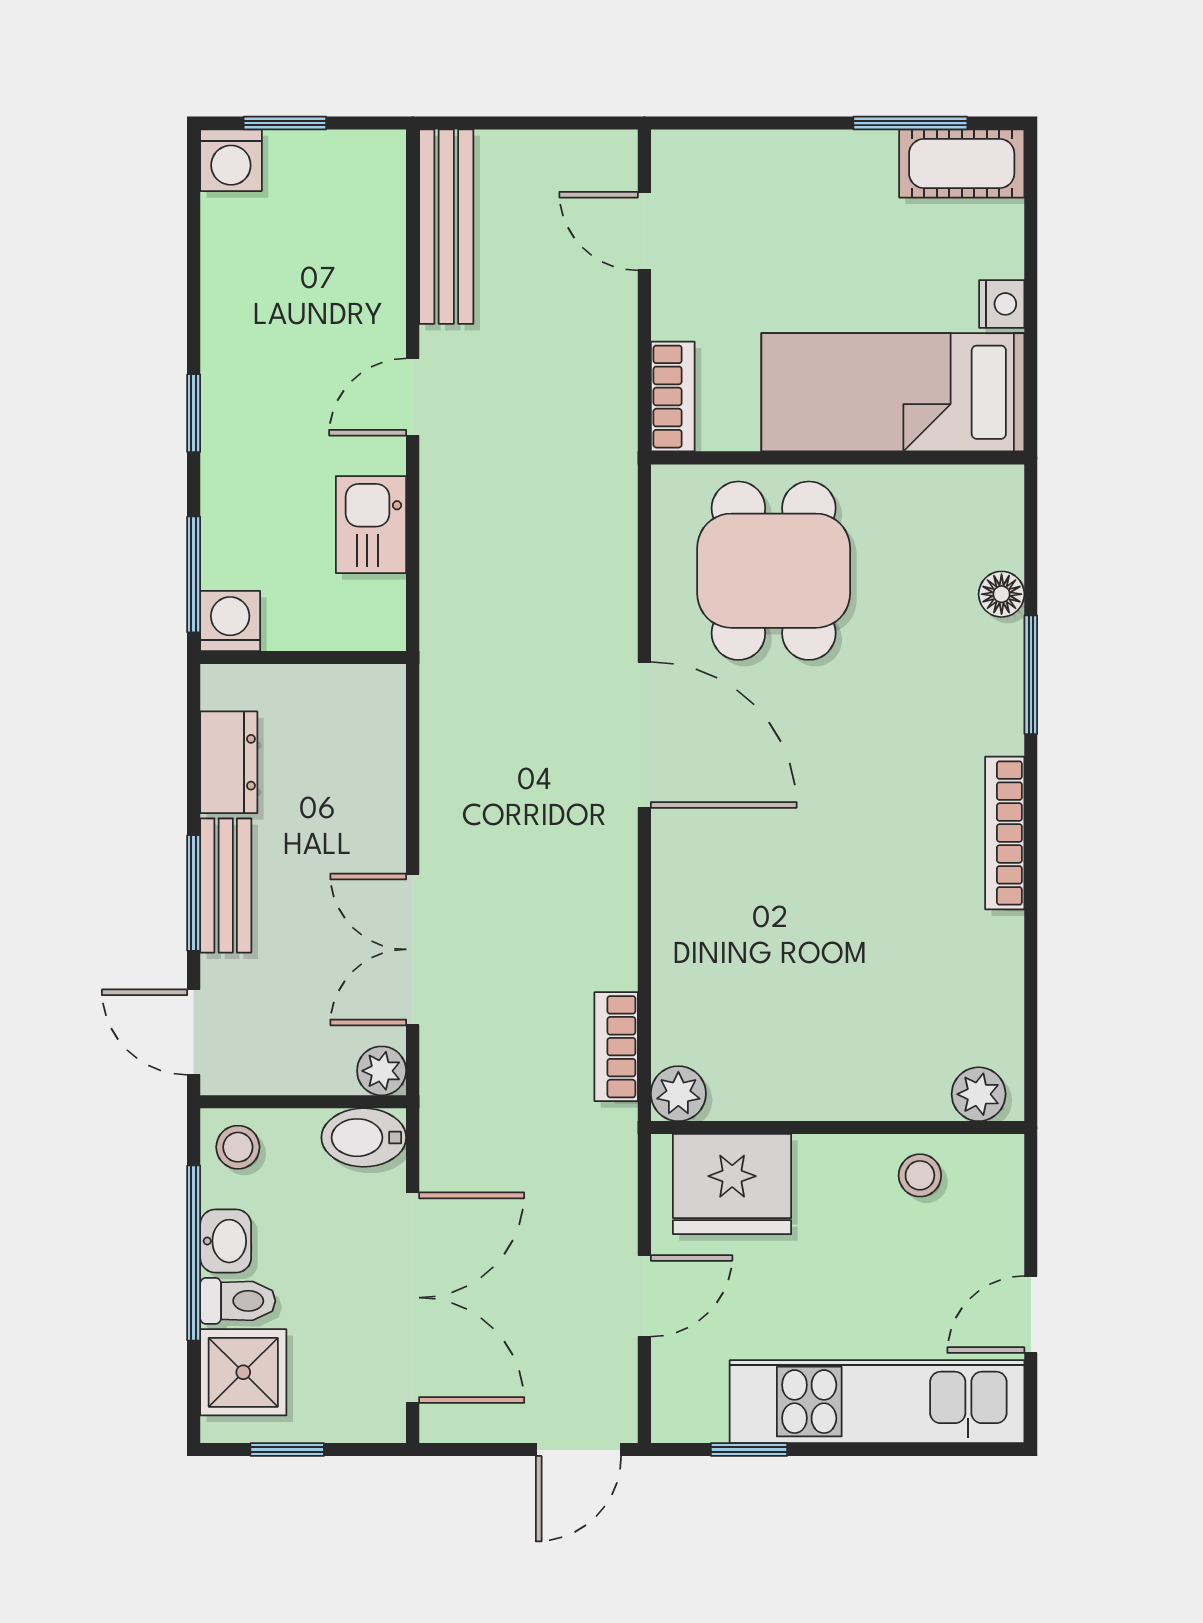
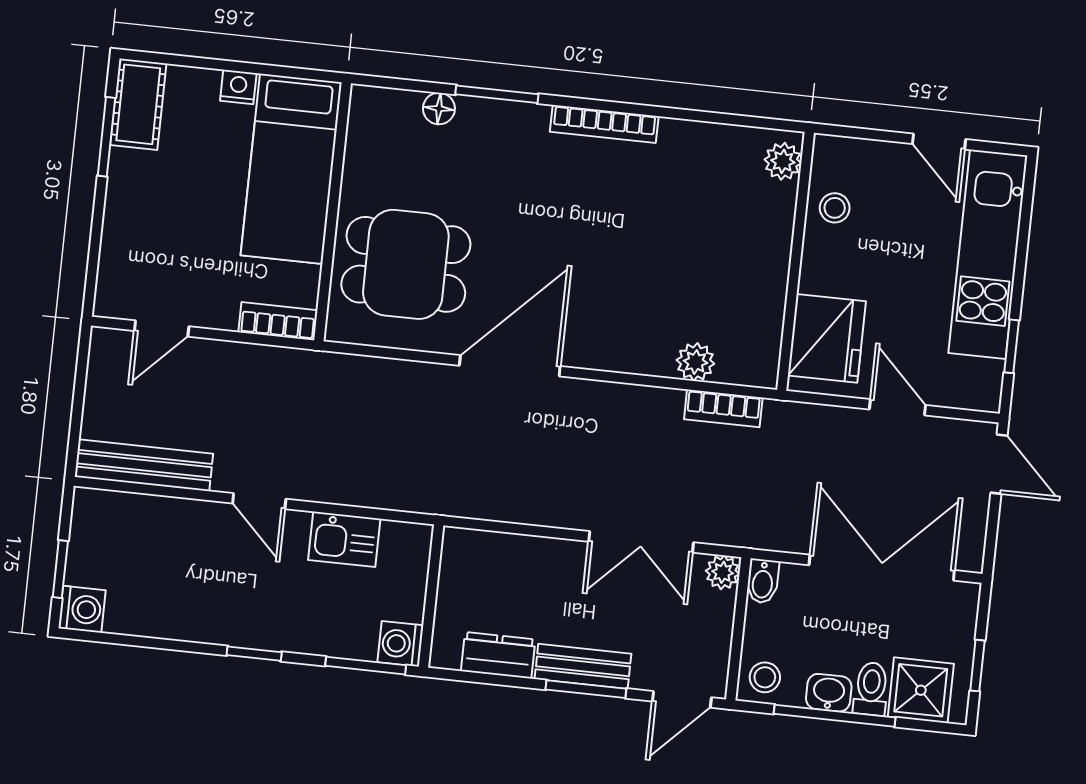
plant: (678, 1094) -> (695, 362), moved
bidet: (364, 1138) -> (763, 581), width x0.72, depth x0.74

